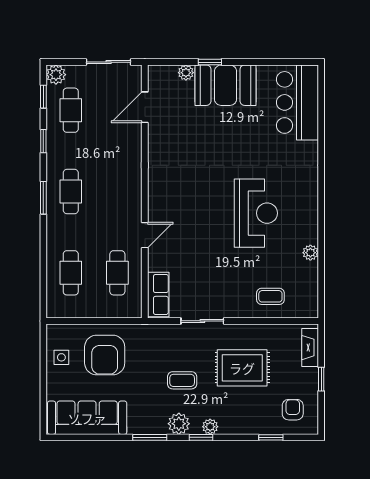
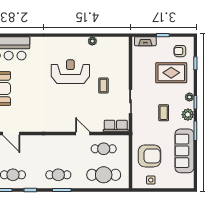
cafe table: (71, 273) -> (104, 175), width x1.37, depth x1.35
coffee table: (270, 296) -> (103, 86), moved
rug: (242, 368) -> (171, 73), moved, turned 90
sofa: (87, 418) -> (184, 151), moved

